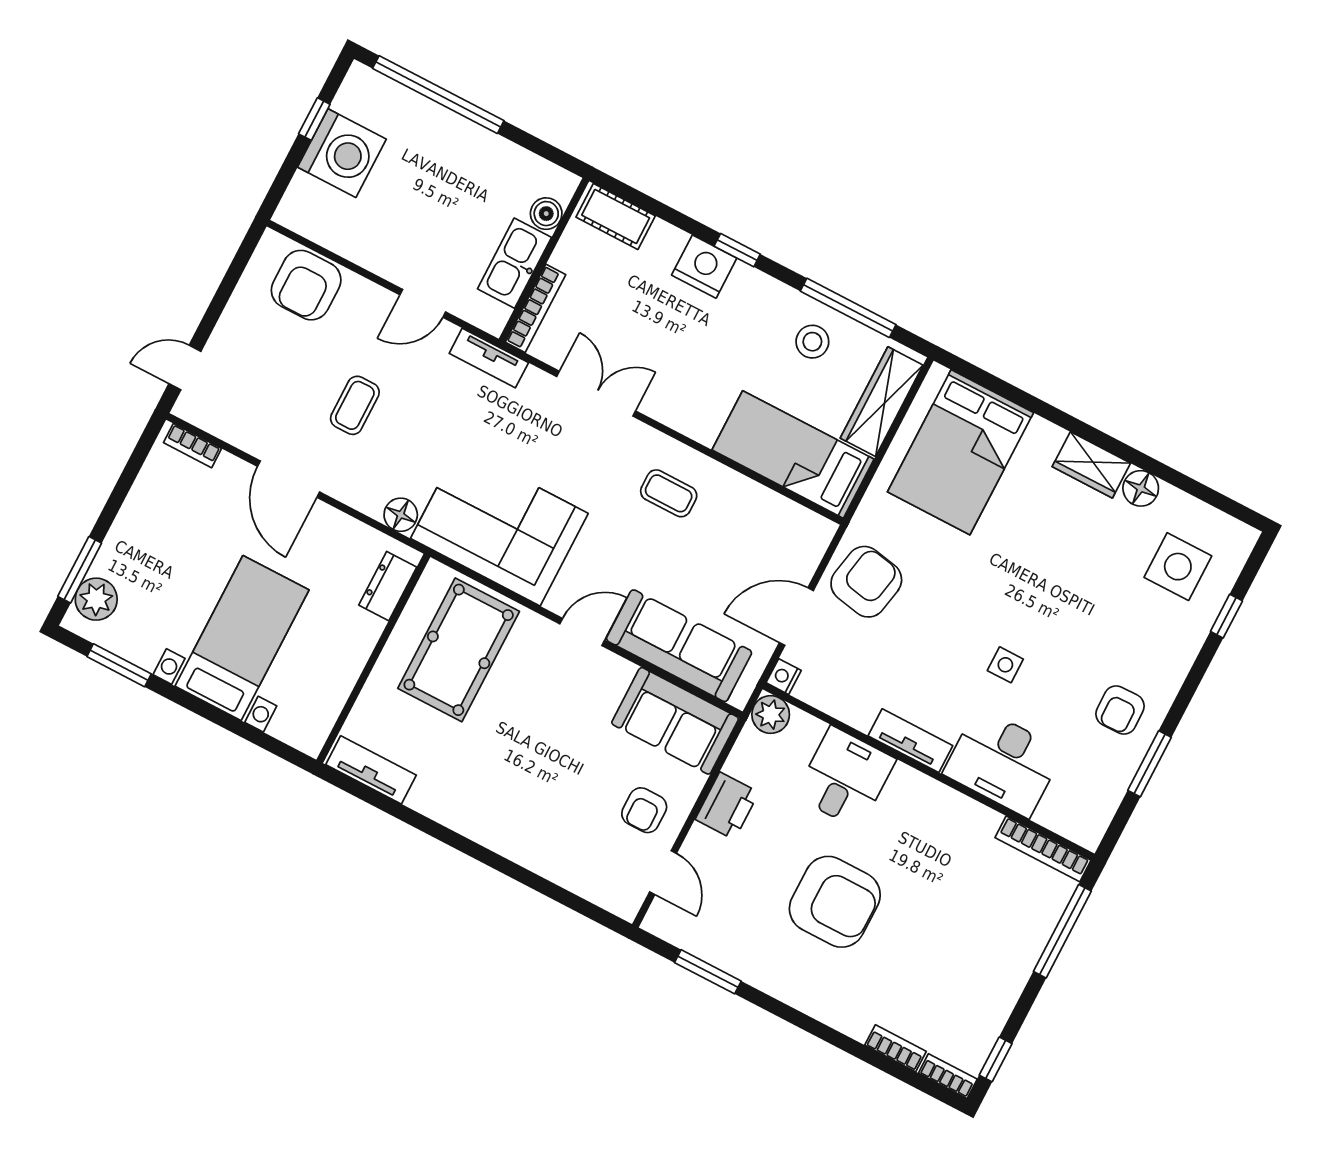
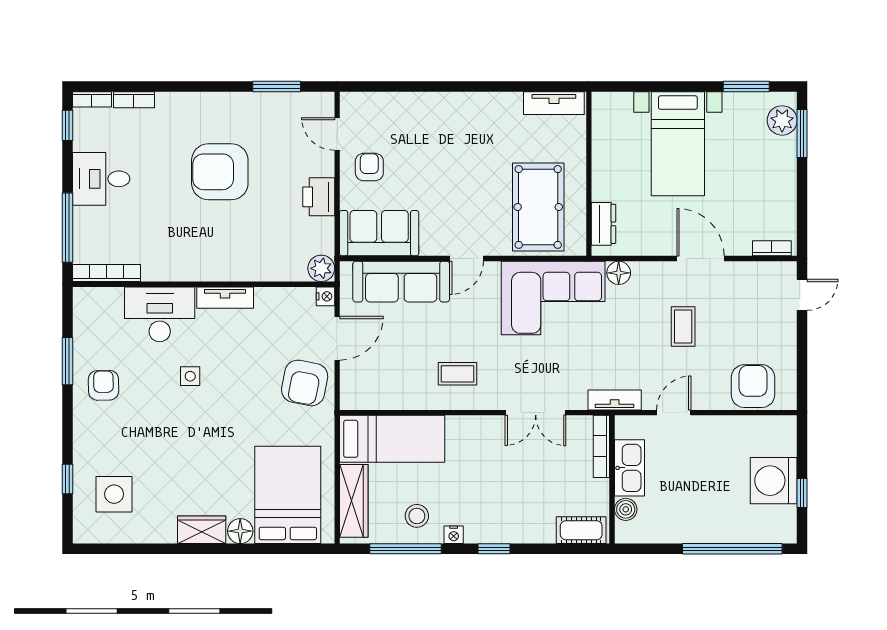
nightstand: (704, 267) -> (454, 535), moved, width x0.53, depth x0.56
floor lamp: (1141, 488) -> (240, 531), moved
desk: (845, 778) -> (101, 179), moved, turned 90

